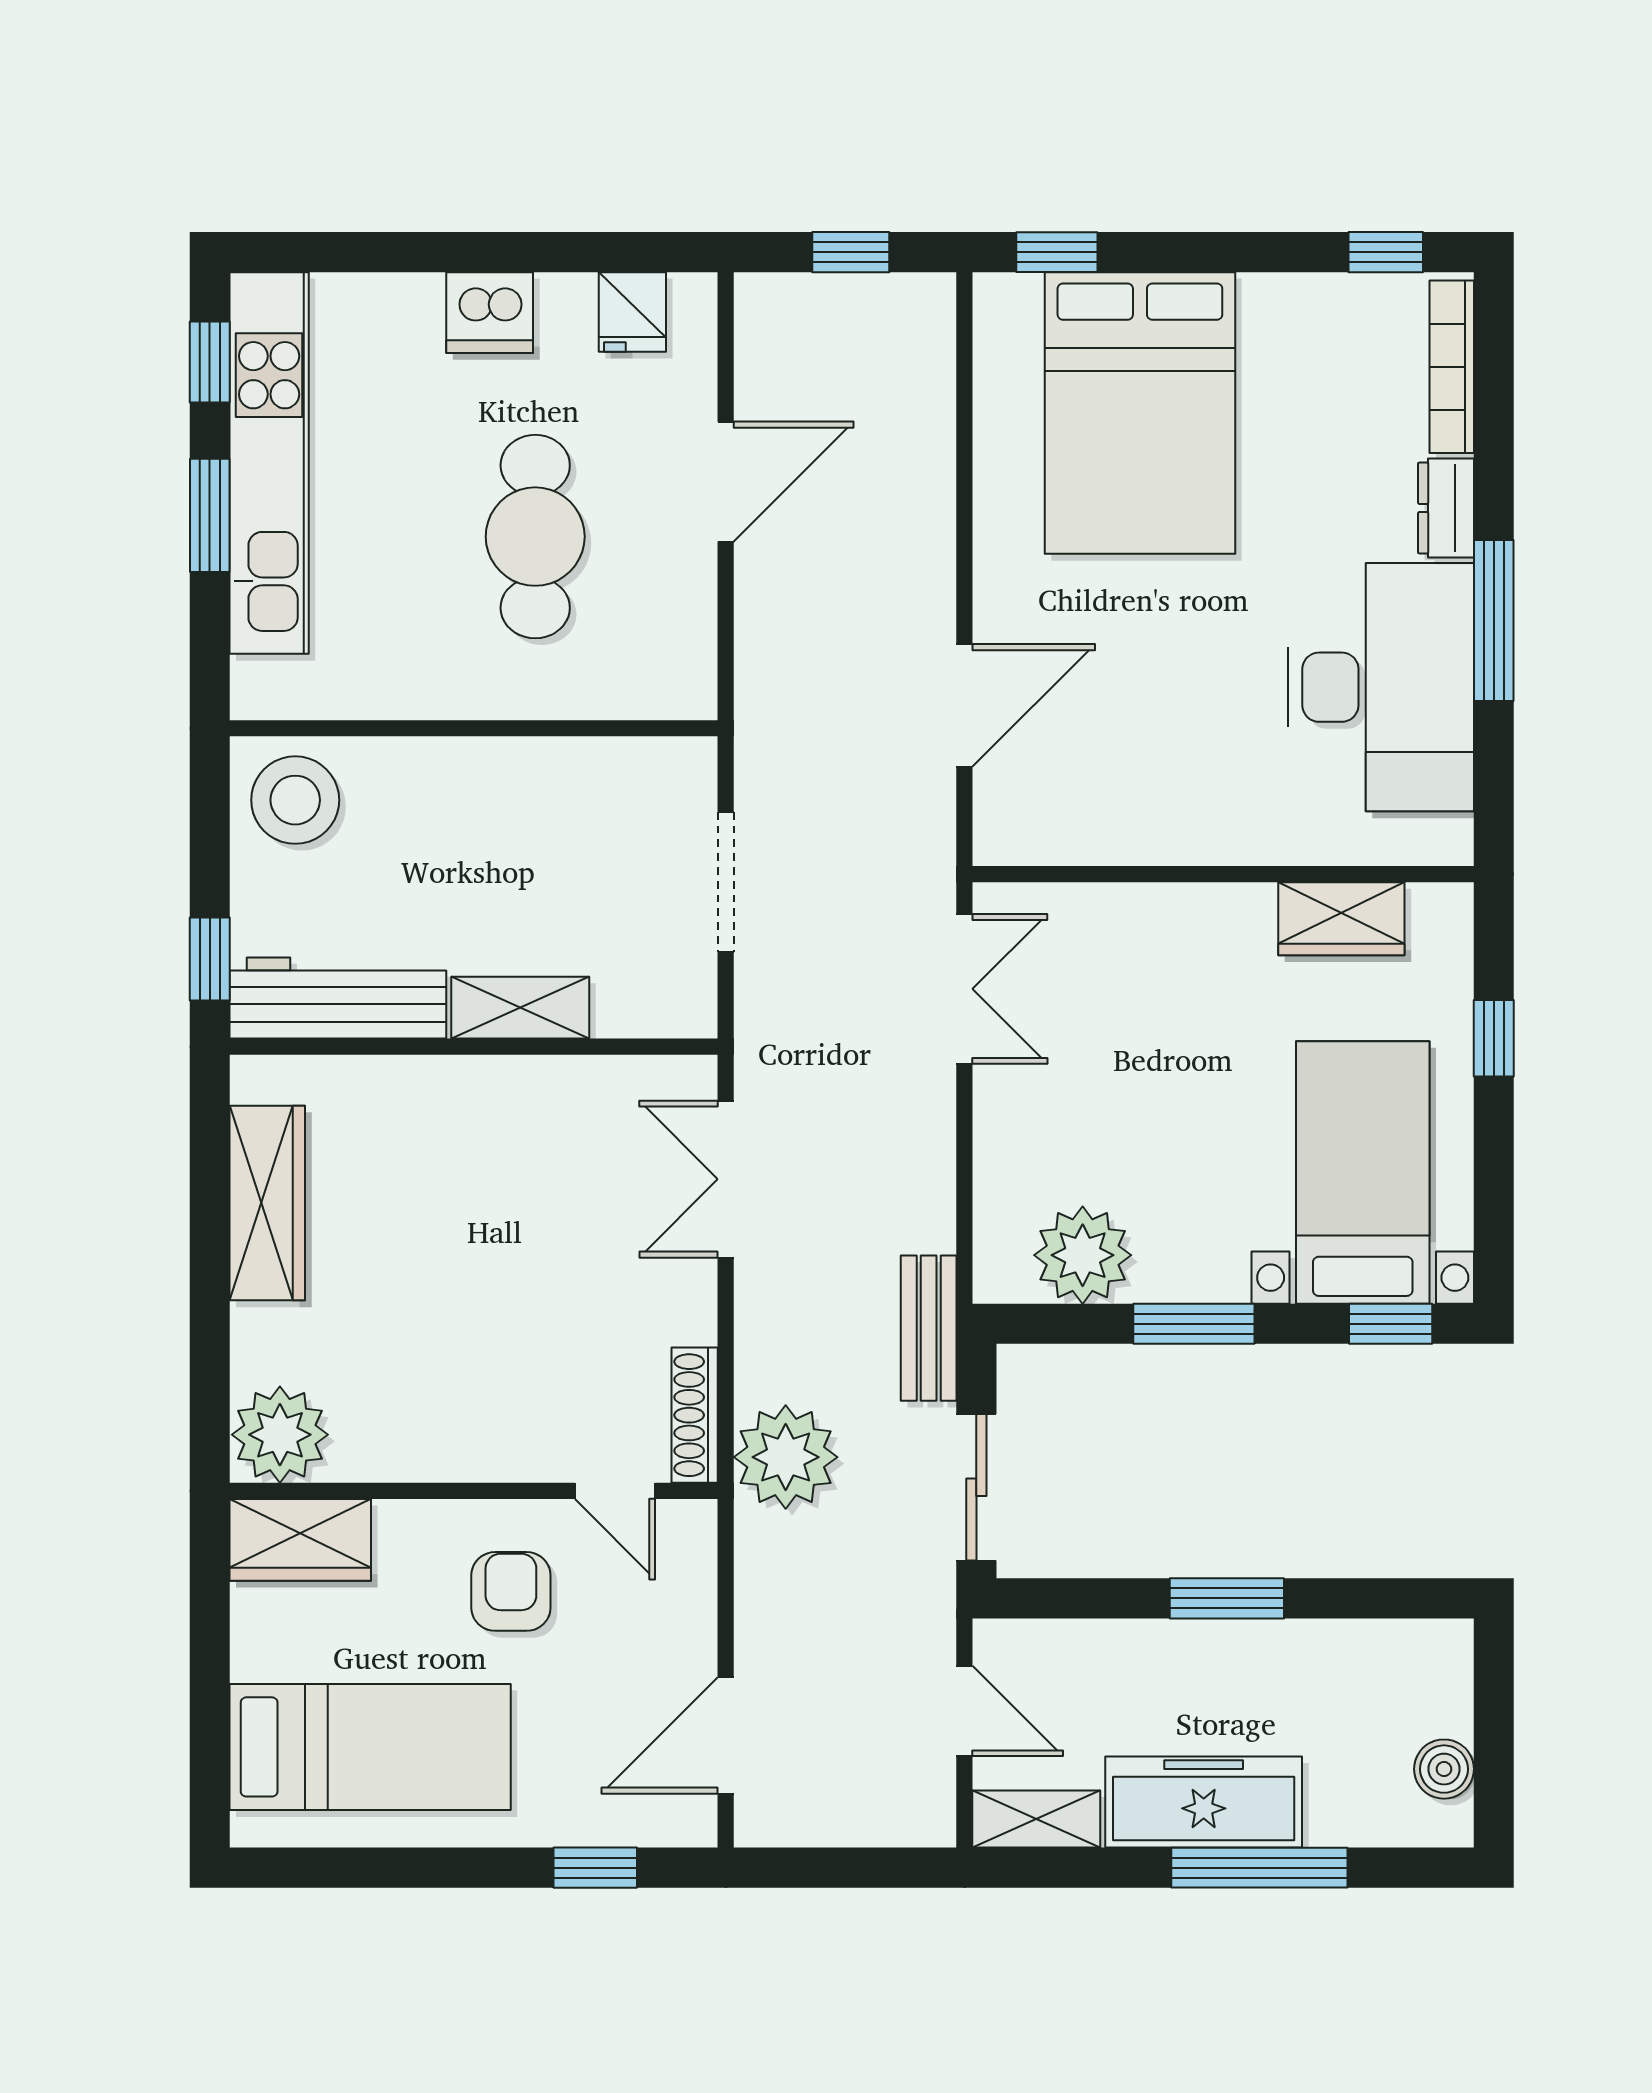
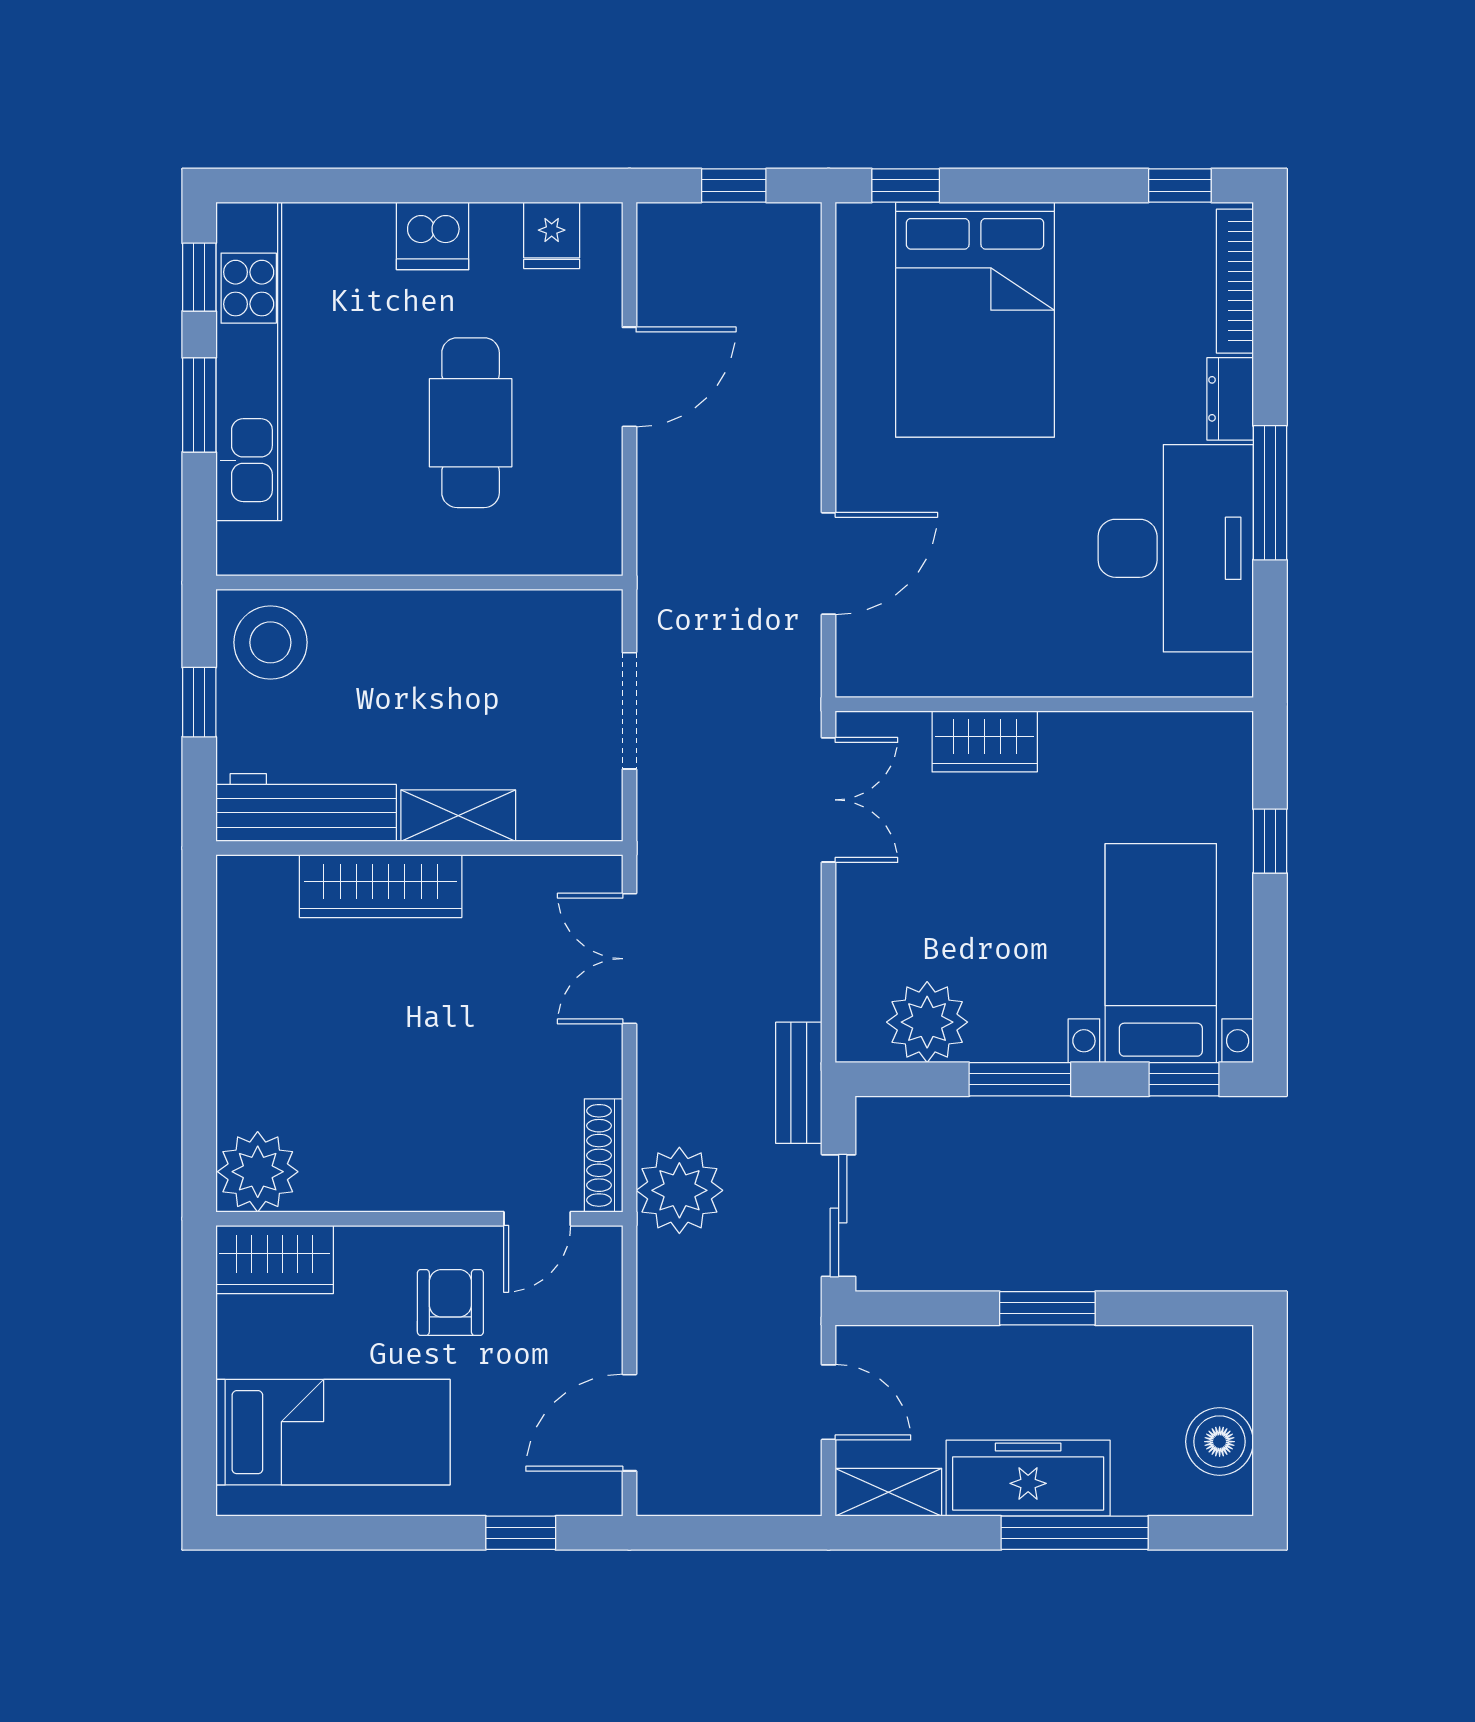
wardrobe: (1341, 919) -> (985, 741), moved
window: (210, 959) -> (199, 702), moved
wardrobe: (267, 1203) -> (381, 886), moved, turned 90
door: (615, 1491) -> (537, 1219), hinge flipped
boiler: (1444, 1769) -> (1220, 1442), width x1.36, depth x1.36

